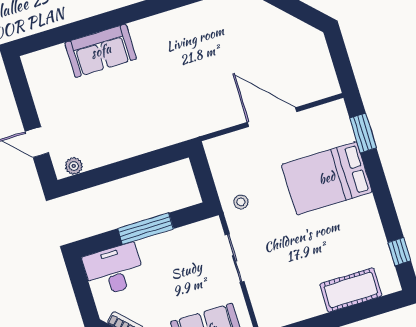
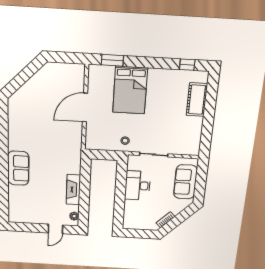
sofa: (101, 51) -> (18, 168), moved
fireplace: (123, 148) -> (73, 190), added
window: (146, 229) -> (120, 193), removed
desk: (114, 270) -> (137, 186), moved

